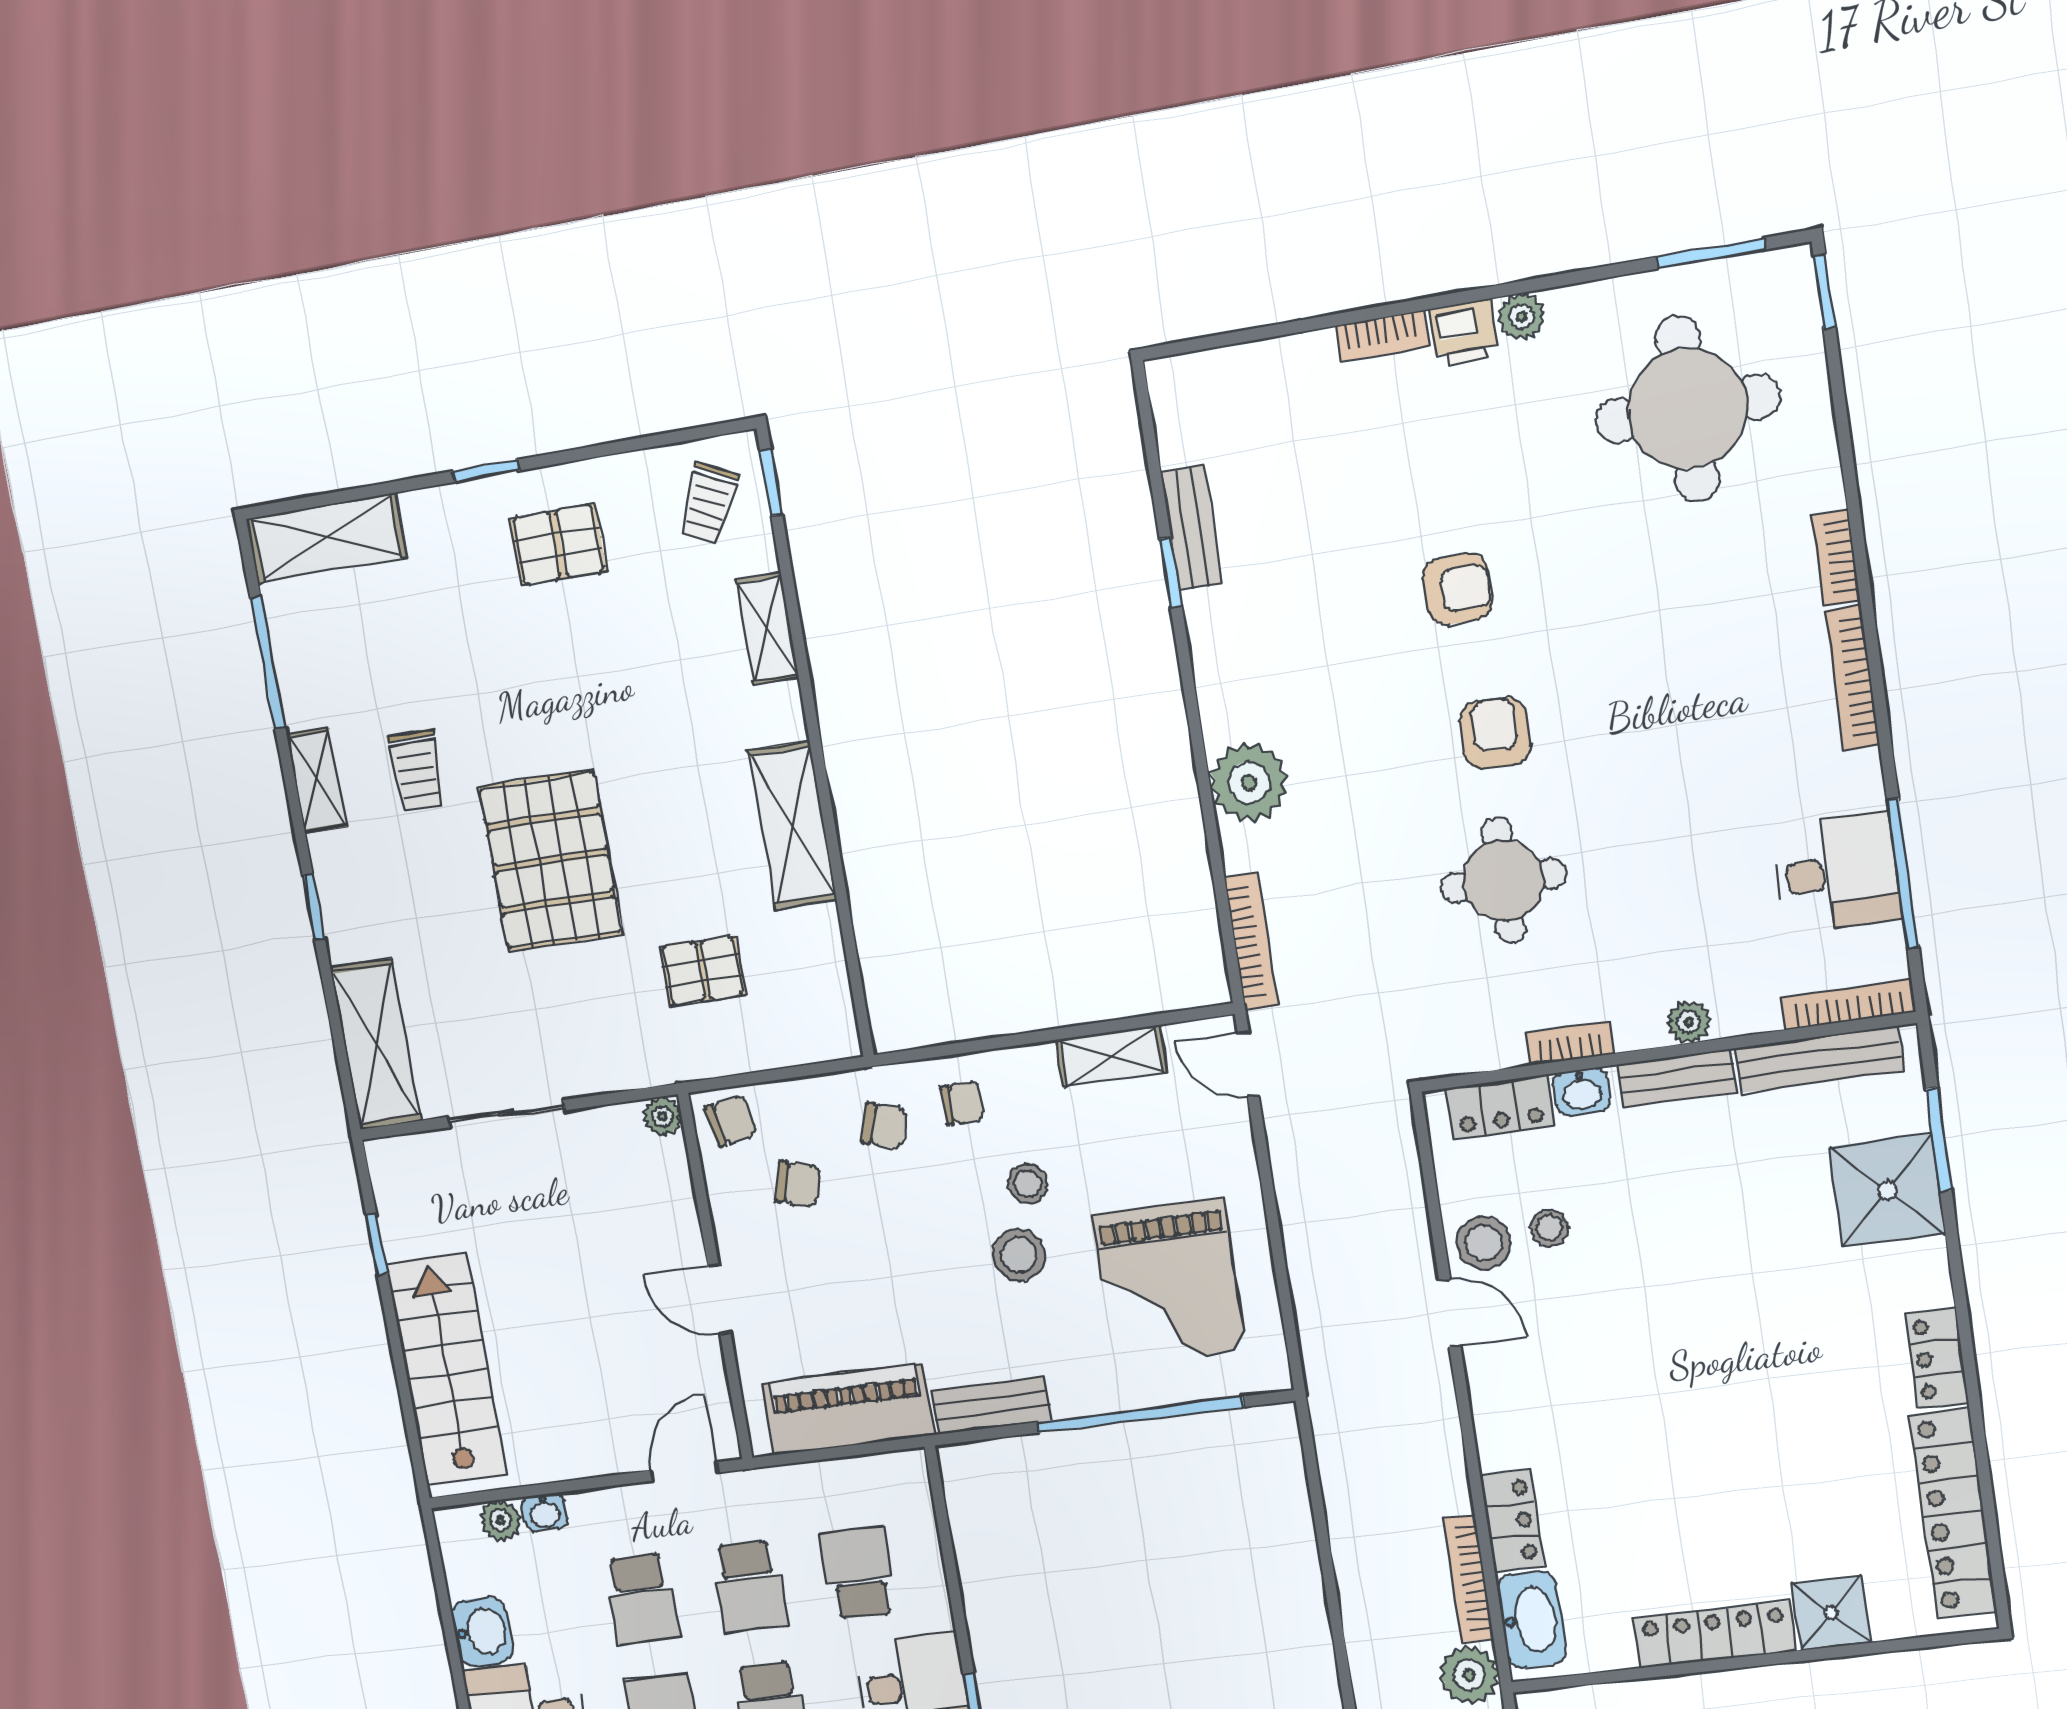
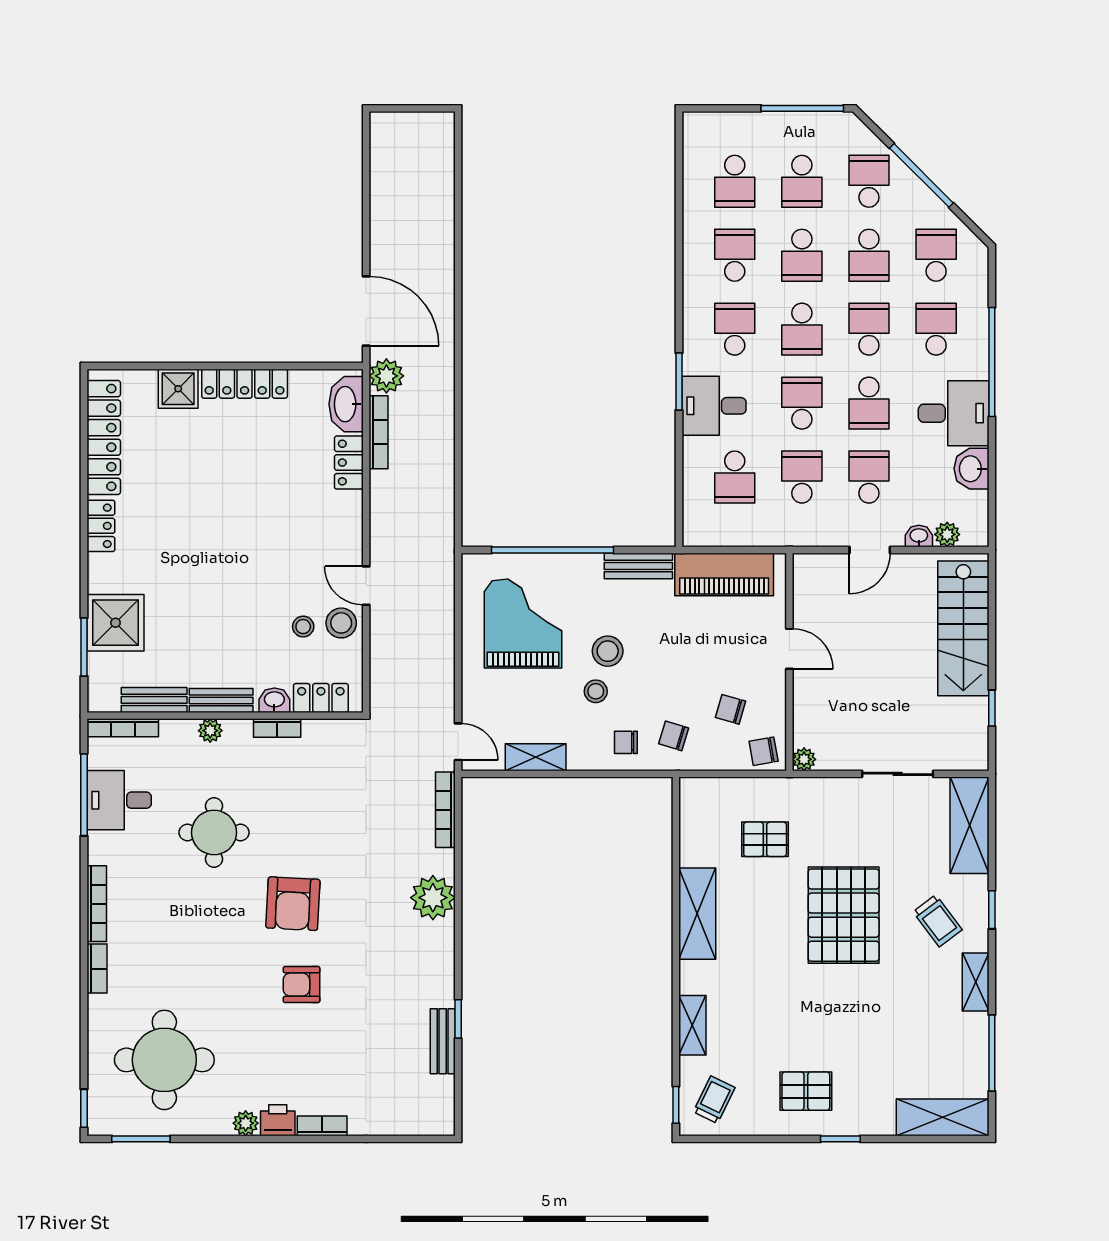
armchair: (1495, 733) -> (293, 904), width x1.38, depth x1.38
trolley: (417, 770) -> (938, 921), moved, turned 143
round table: (1504, 881) -> (214, 832), moved
bench: (1820, 1059) -> (154, 700), width x0.73
door: (684, 1472) -> (870, 550), moved

